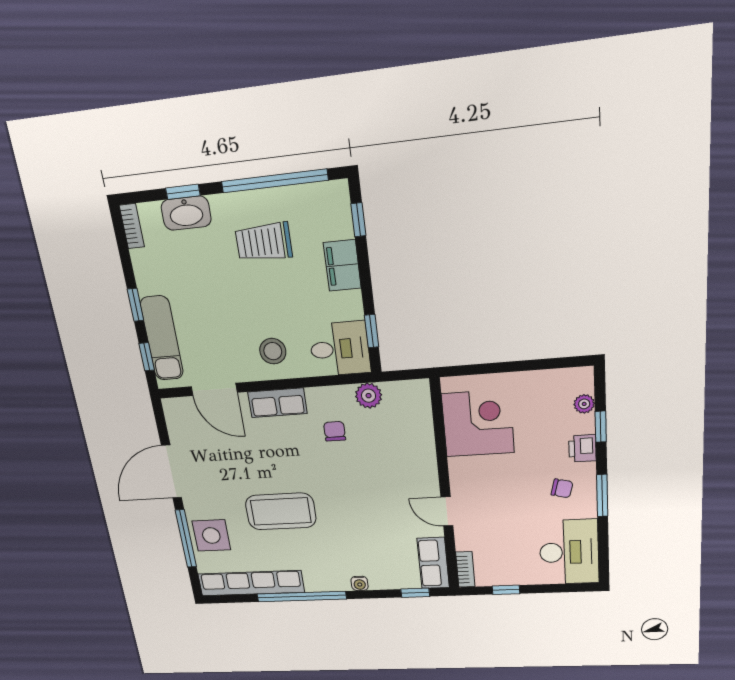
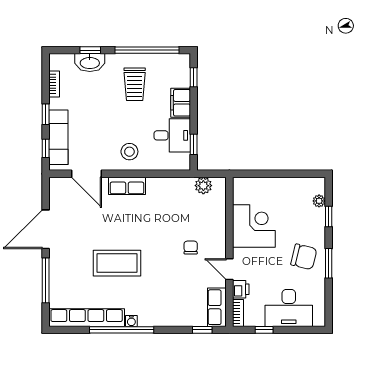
bookcase: (132, 226) -> (54, 84), moved
trolley: (264, 242) -> (135, 84), turned -90
desk: (340, 349) -> (172, 135), moved
plant: (369, 396) -> (203, 186), moved
corner desk: (478, 423) -> (254, 226), moved
chair: (335, 431) -> (191, 248), moved
printer: (582, 448) -> (241, 289), moved, turned 180
chair: (562, 488) -> (304, 257), width x1.87, depth x1.87
side table: (211, 535) -> (65, 279), removed
desk: (569, 552) -> (289, 308), moved, turned 90
water cooler: (360, 583) -> (131, 321), moved

